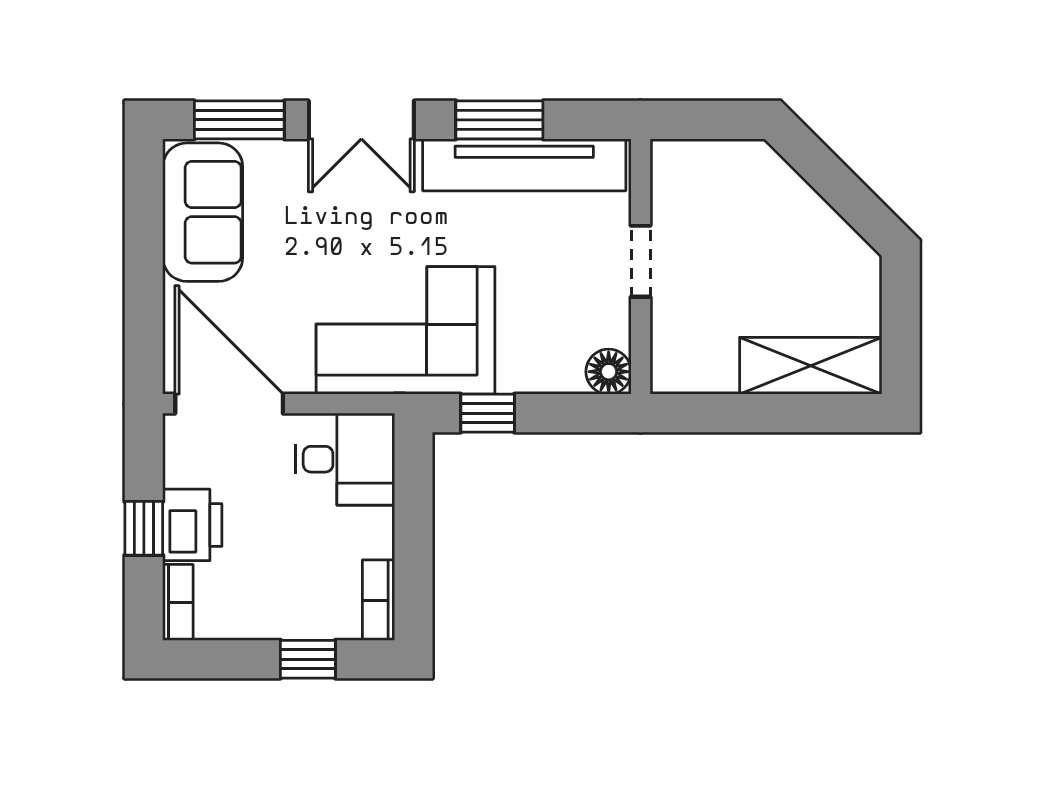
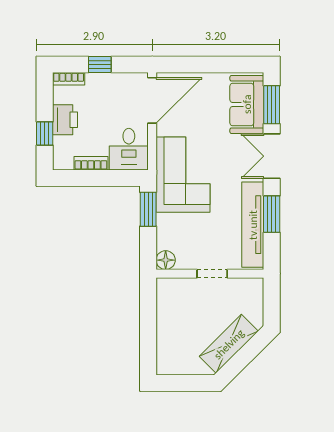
sofa: (203, 212) -> (247, 104), moved, turned 90
shelving: (811, 366) -> (229, 344), moved, turned 45
window: (488, 413) -> (148, 209), width x1.50
printer: (192, 525) -> (65, 120), moved, turned -90
bookcase: (378, 600) -> (91, 163), moved

